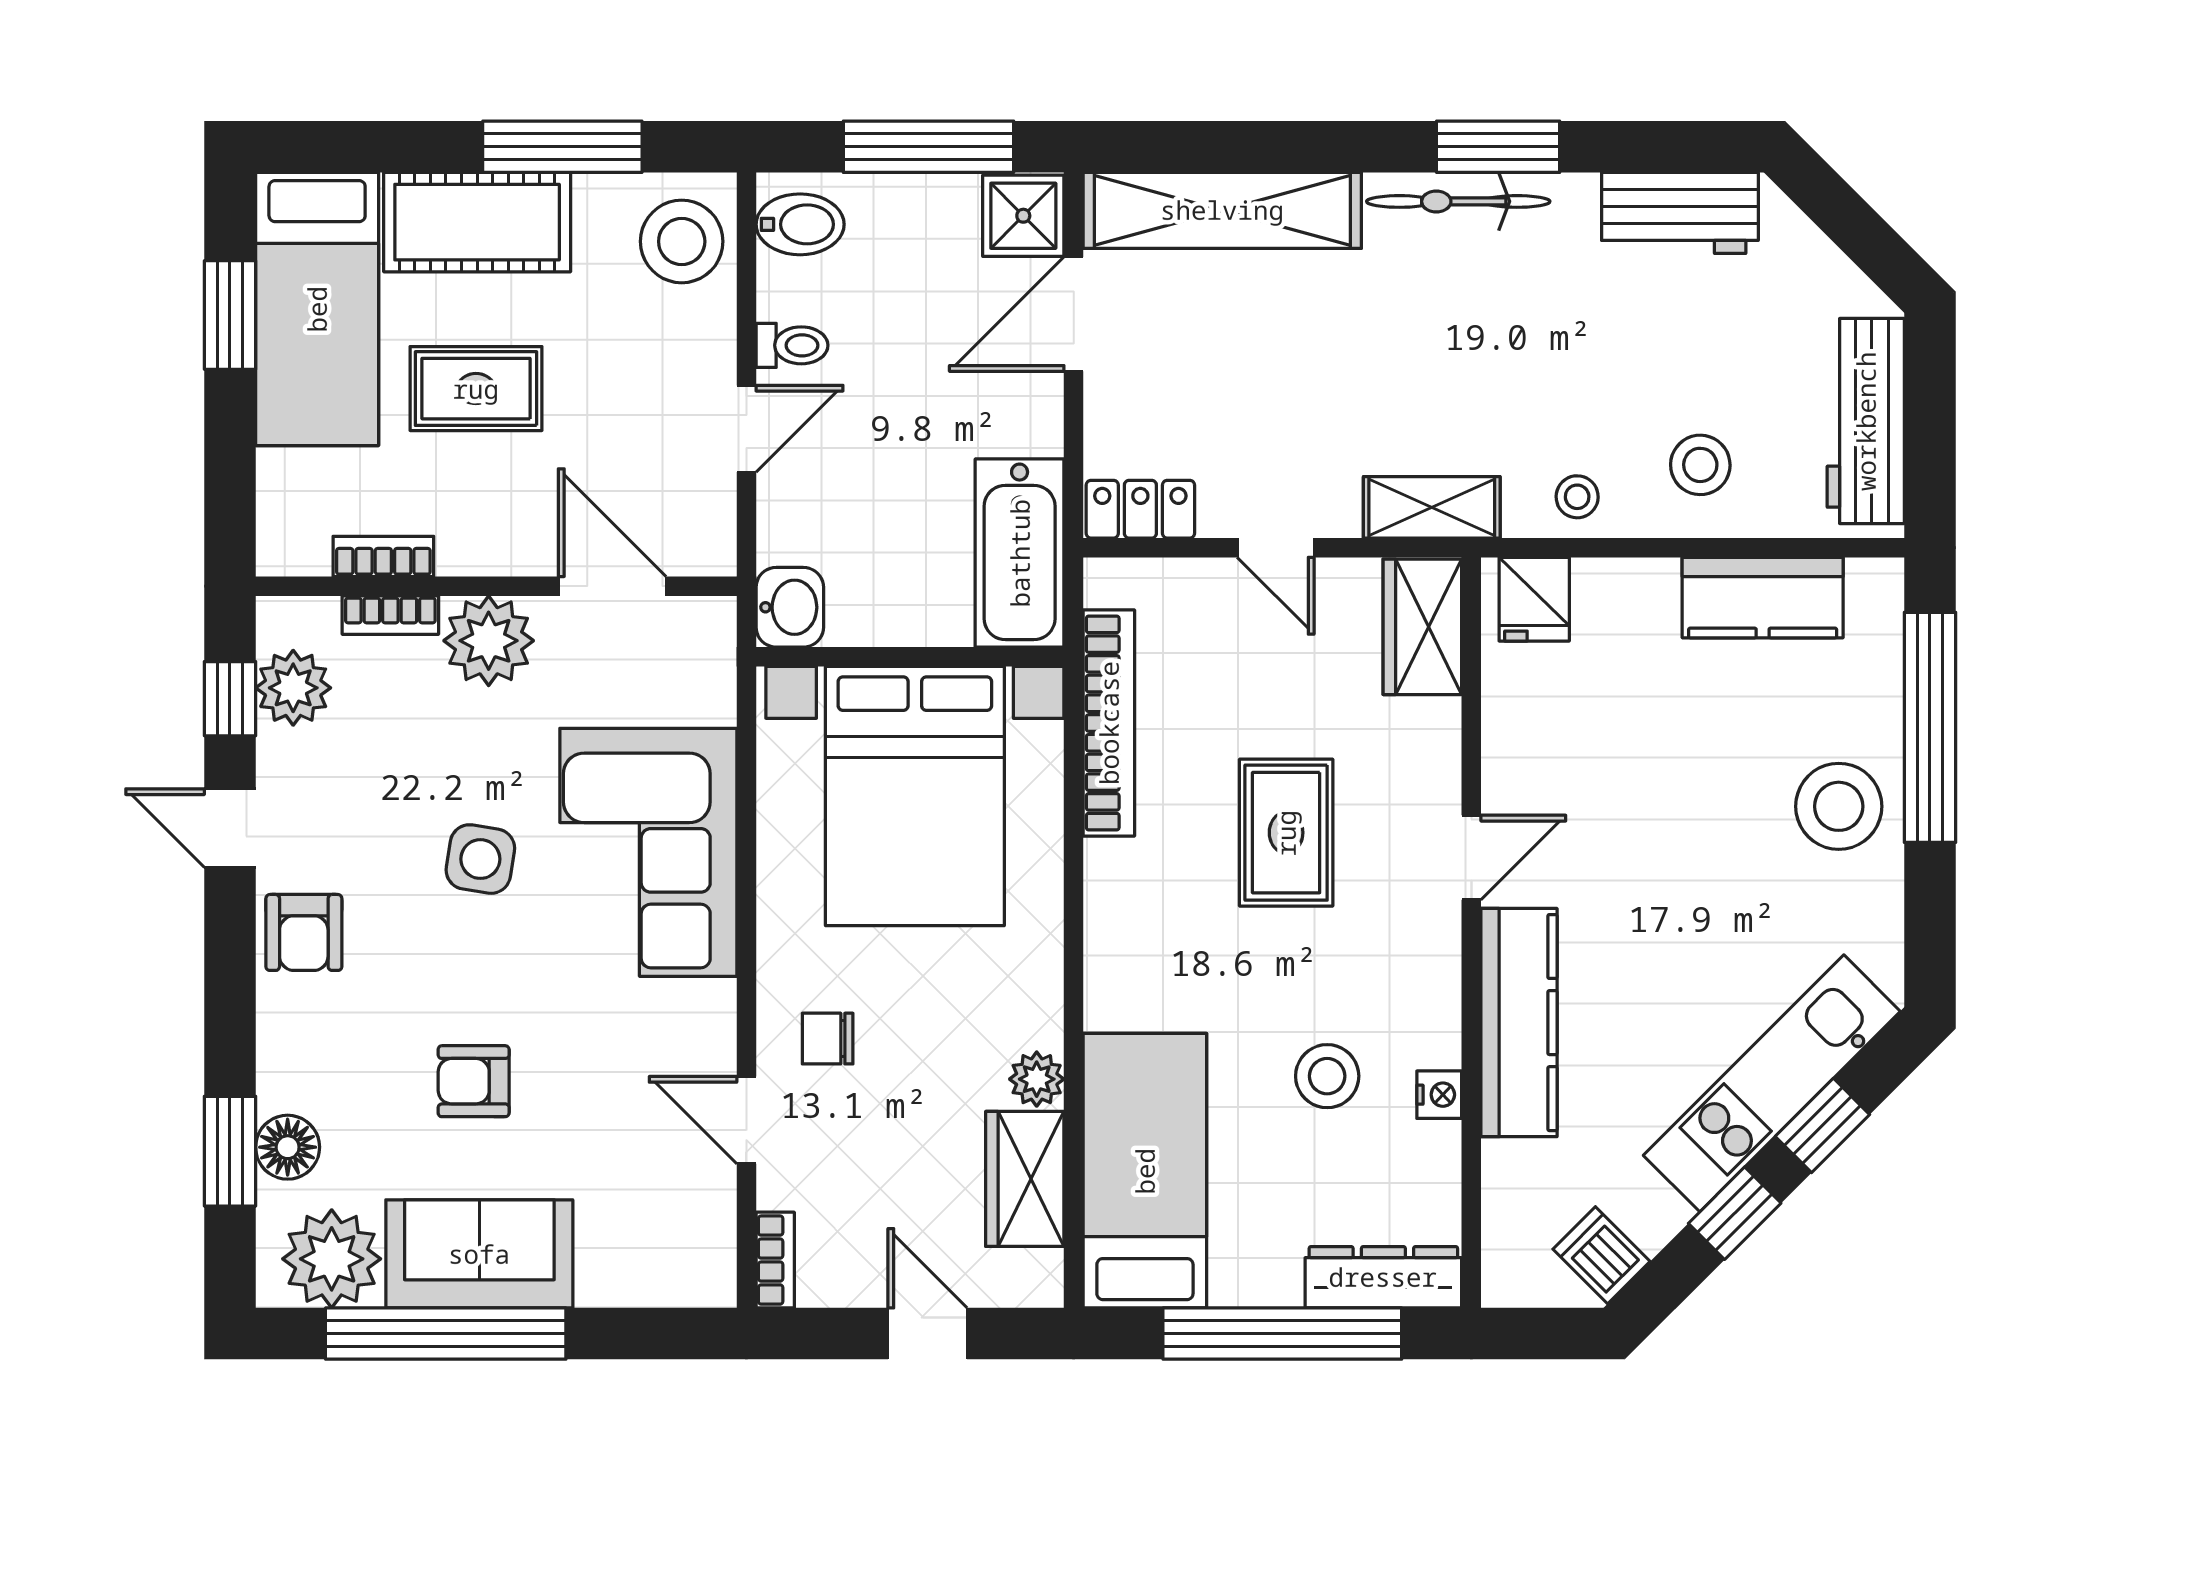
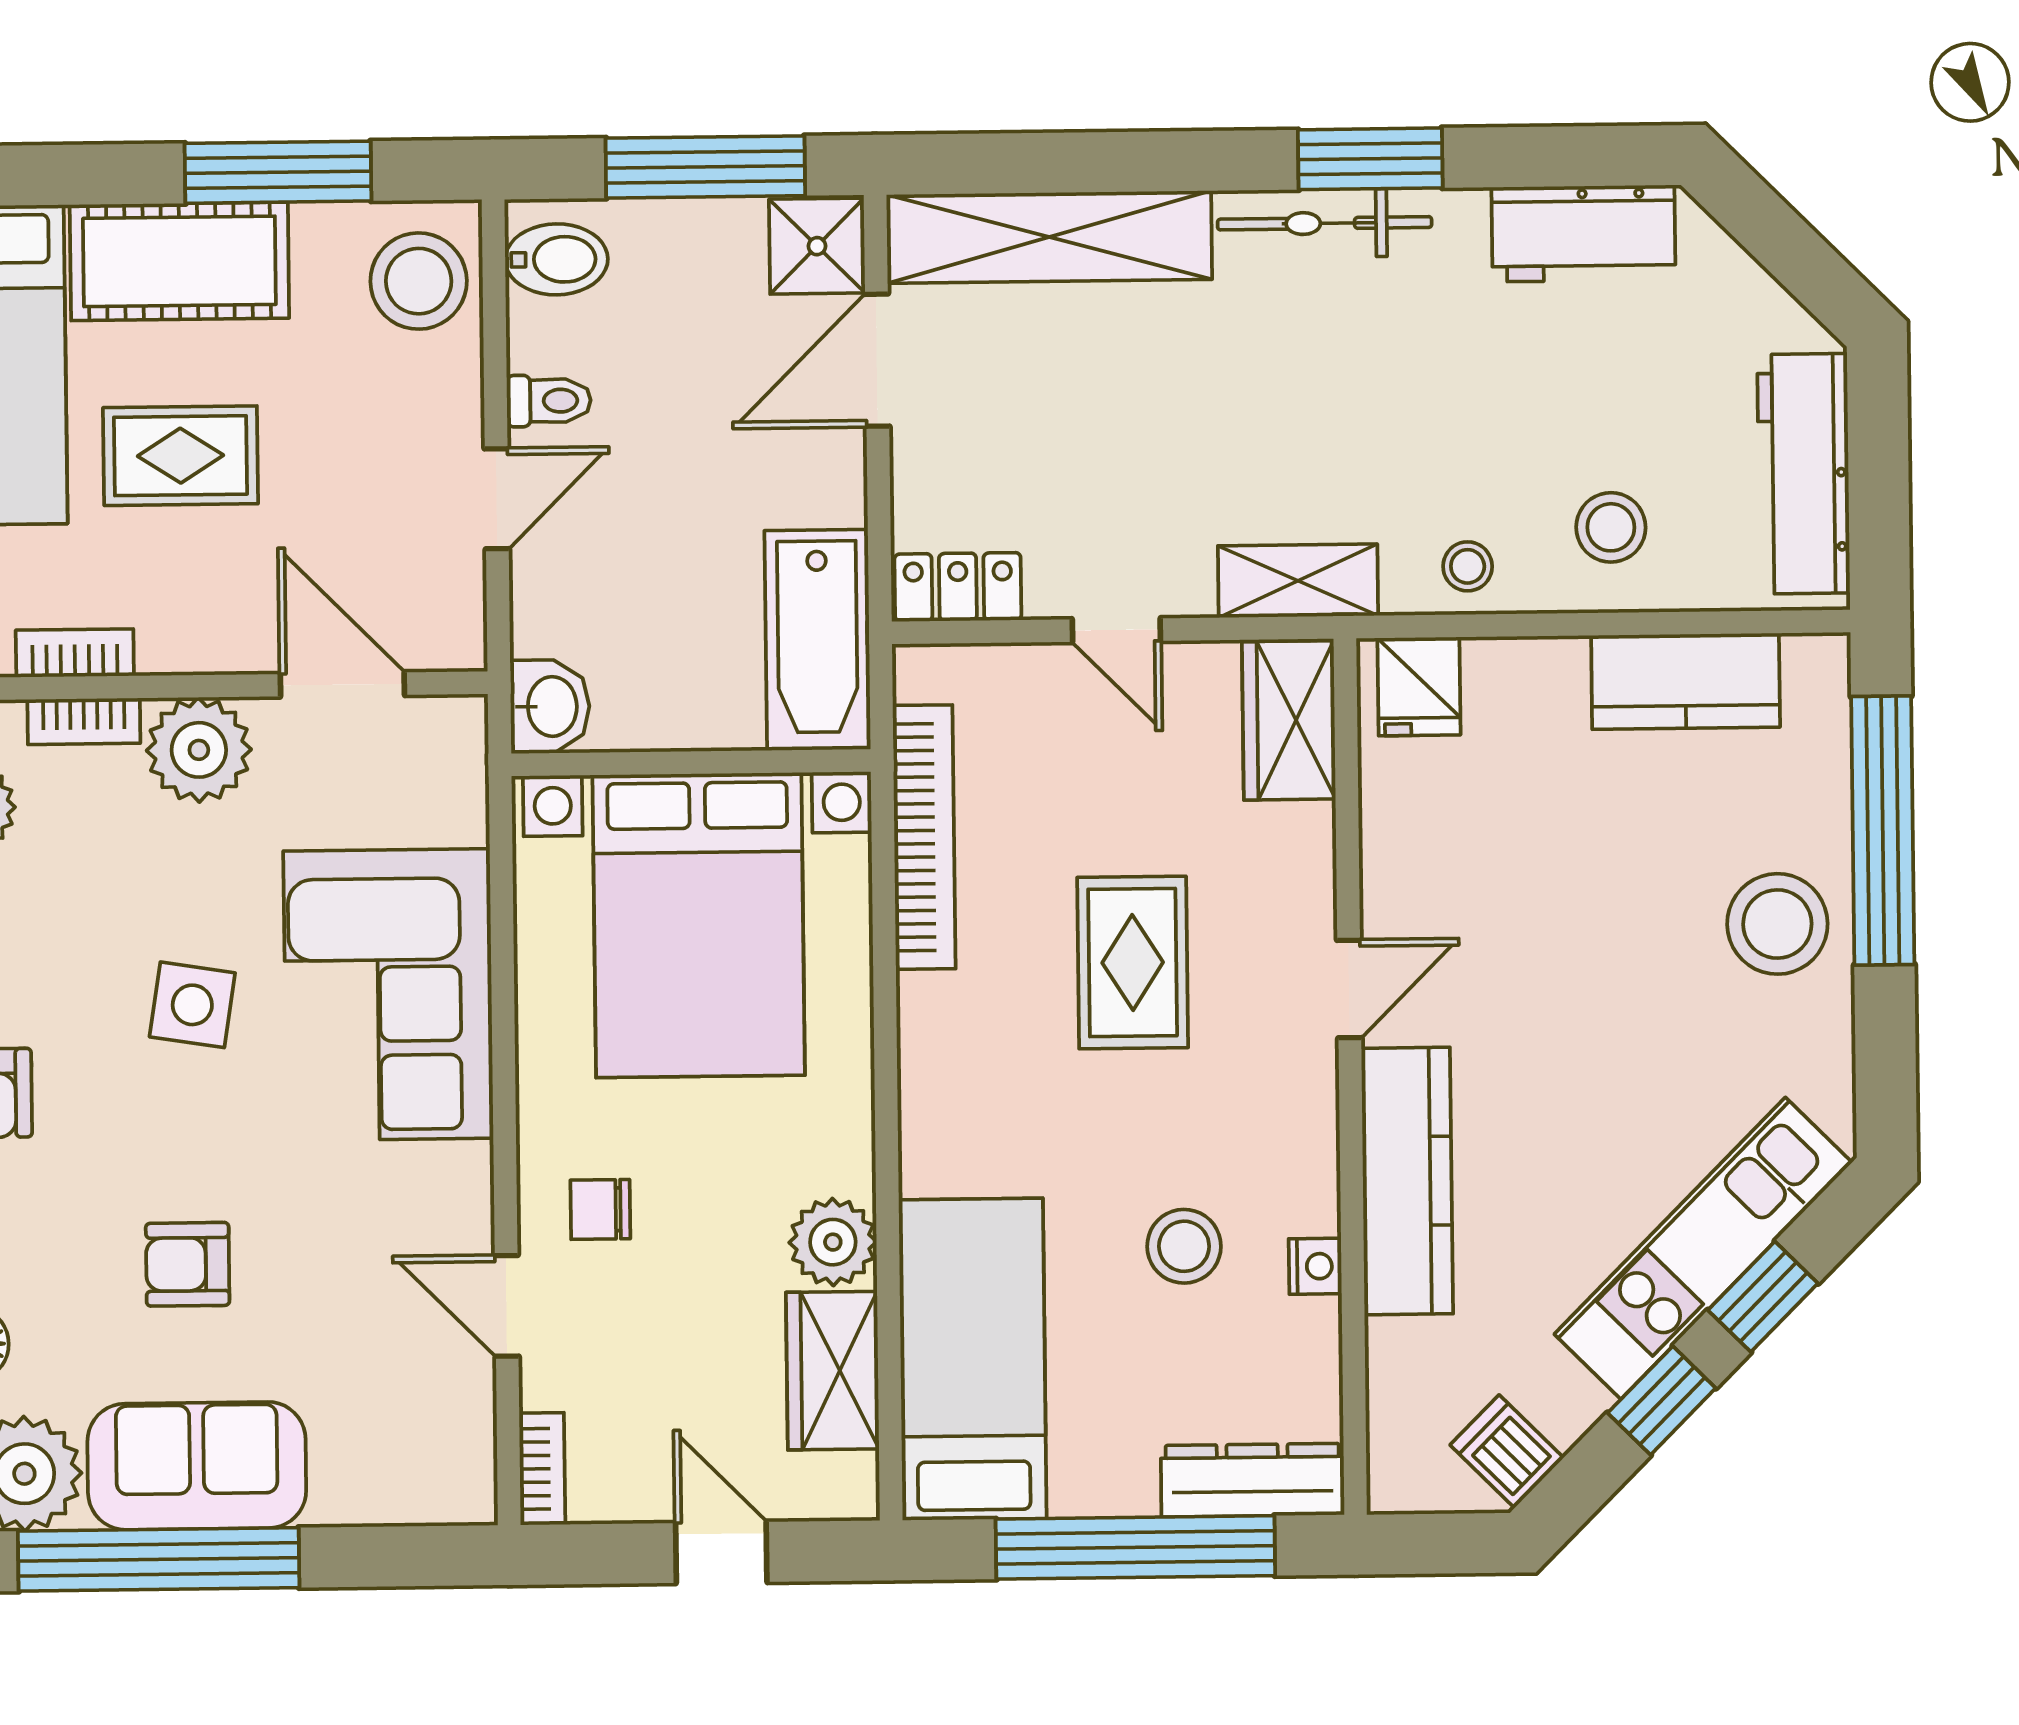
plant: (1037, 1079) -> (833, 1242), width x1.38, depth x1.38

